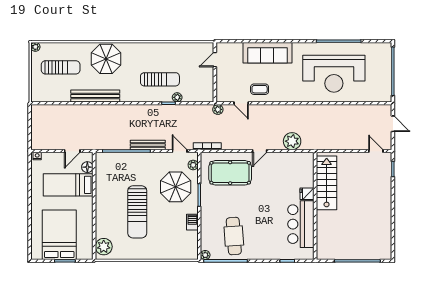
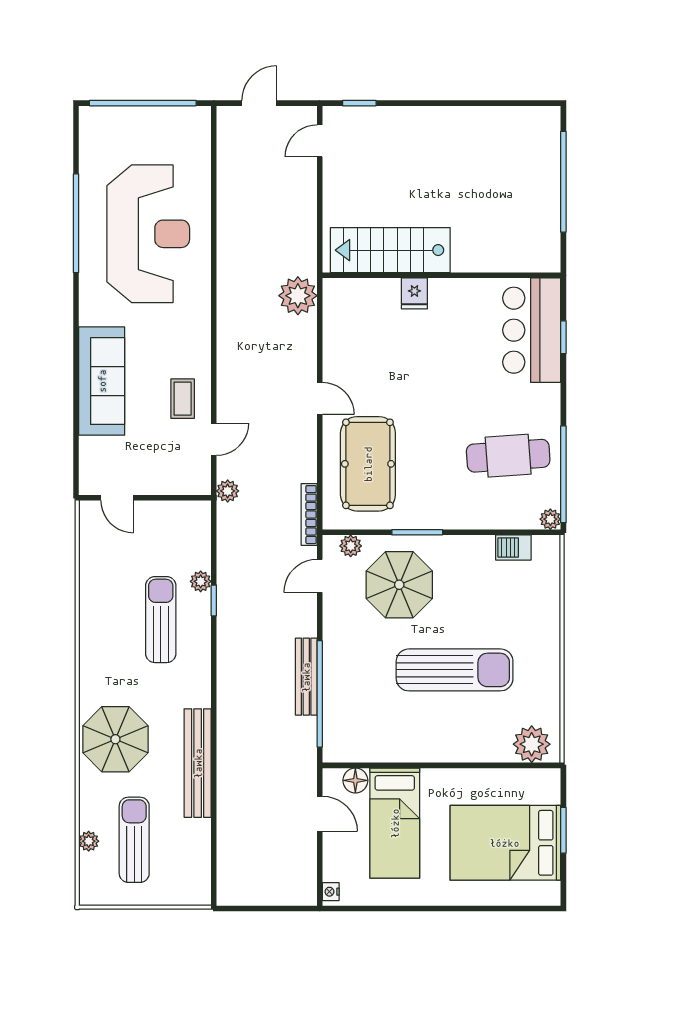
plant: (35, 47) -> (89, 841), moved
plant: (292, 141) -> (298, 296), moved
bench: (148, 145) -> (306, 677), moved
barbecue: (192, 222) -> (513, 548), moved
bar counter: (301, 224) -> (532, 330), moved, turned 90

